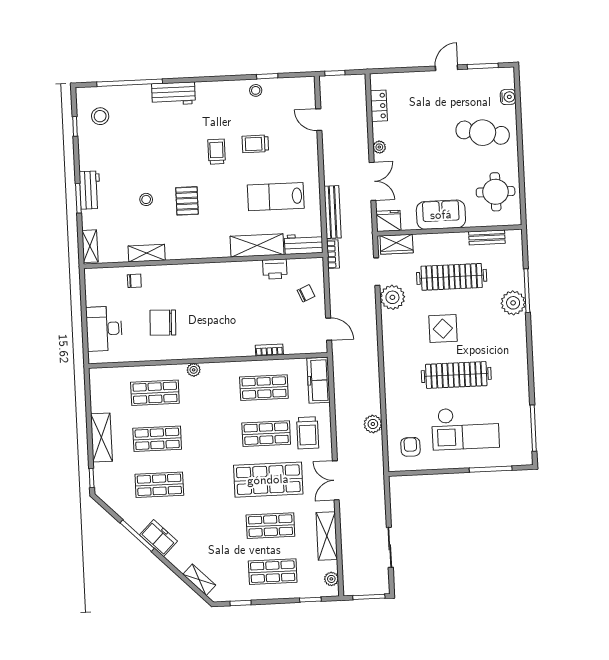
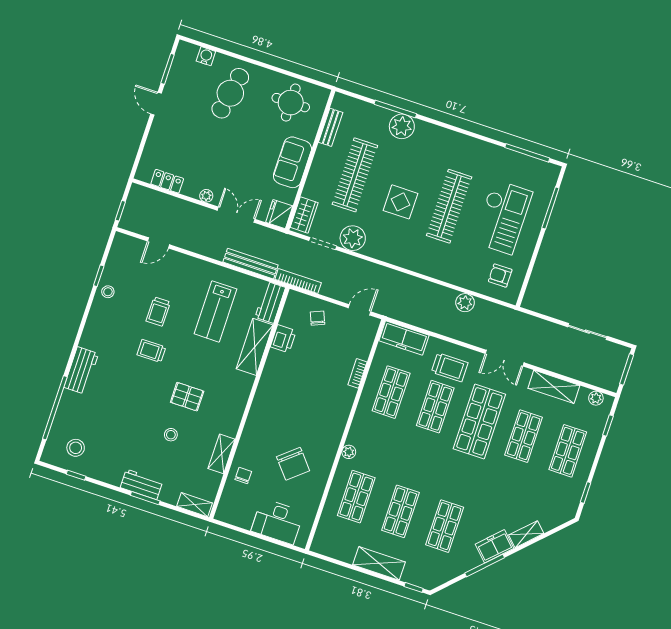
bookcase: (333, 254) -> (298, 281), width x1.56
chair: (163, 323) -> (293, 464), turned -42
shelving: (199, 580) -> (526, 534), moved

